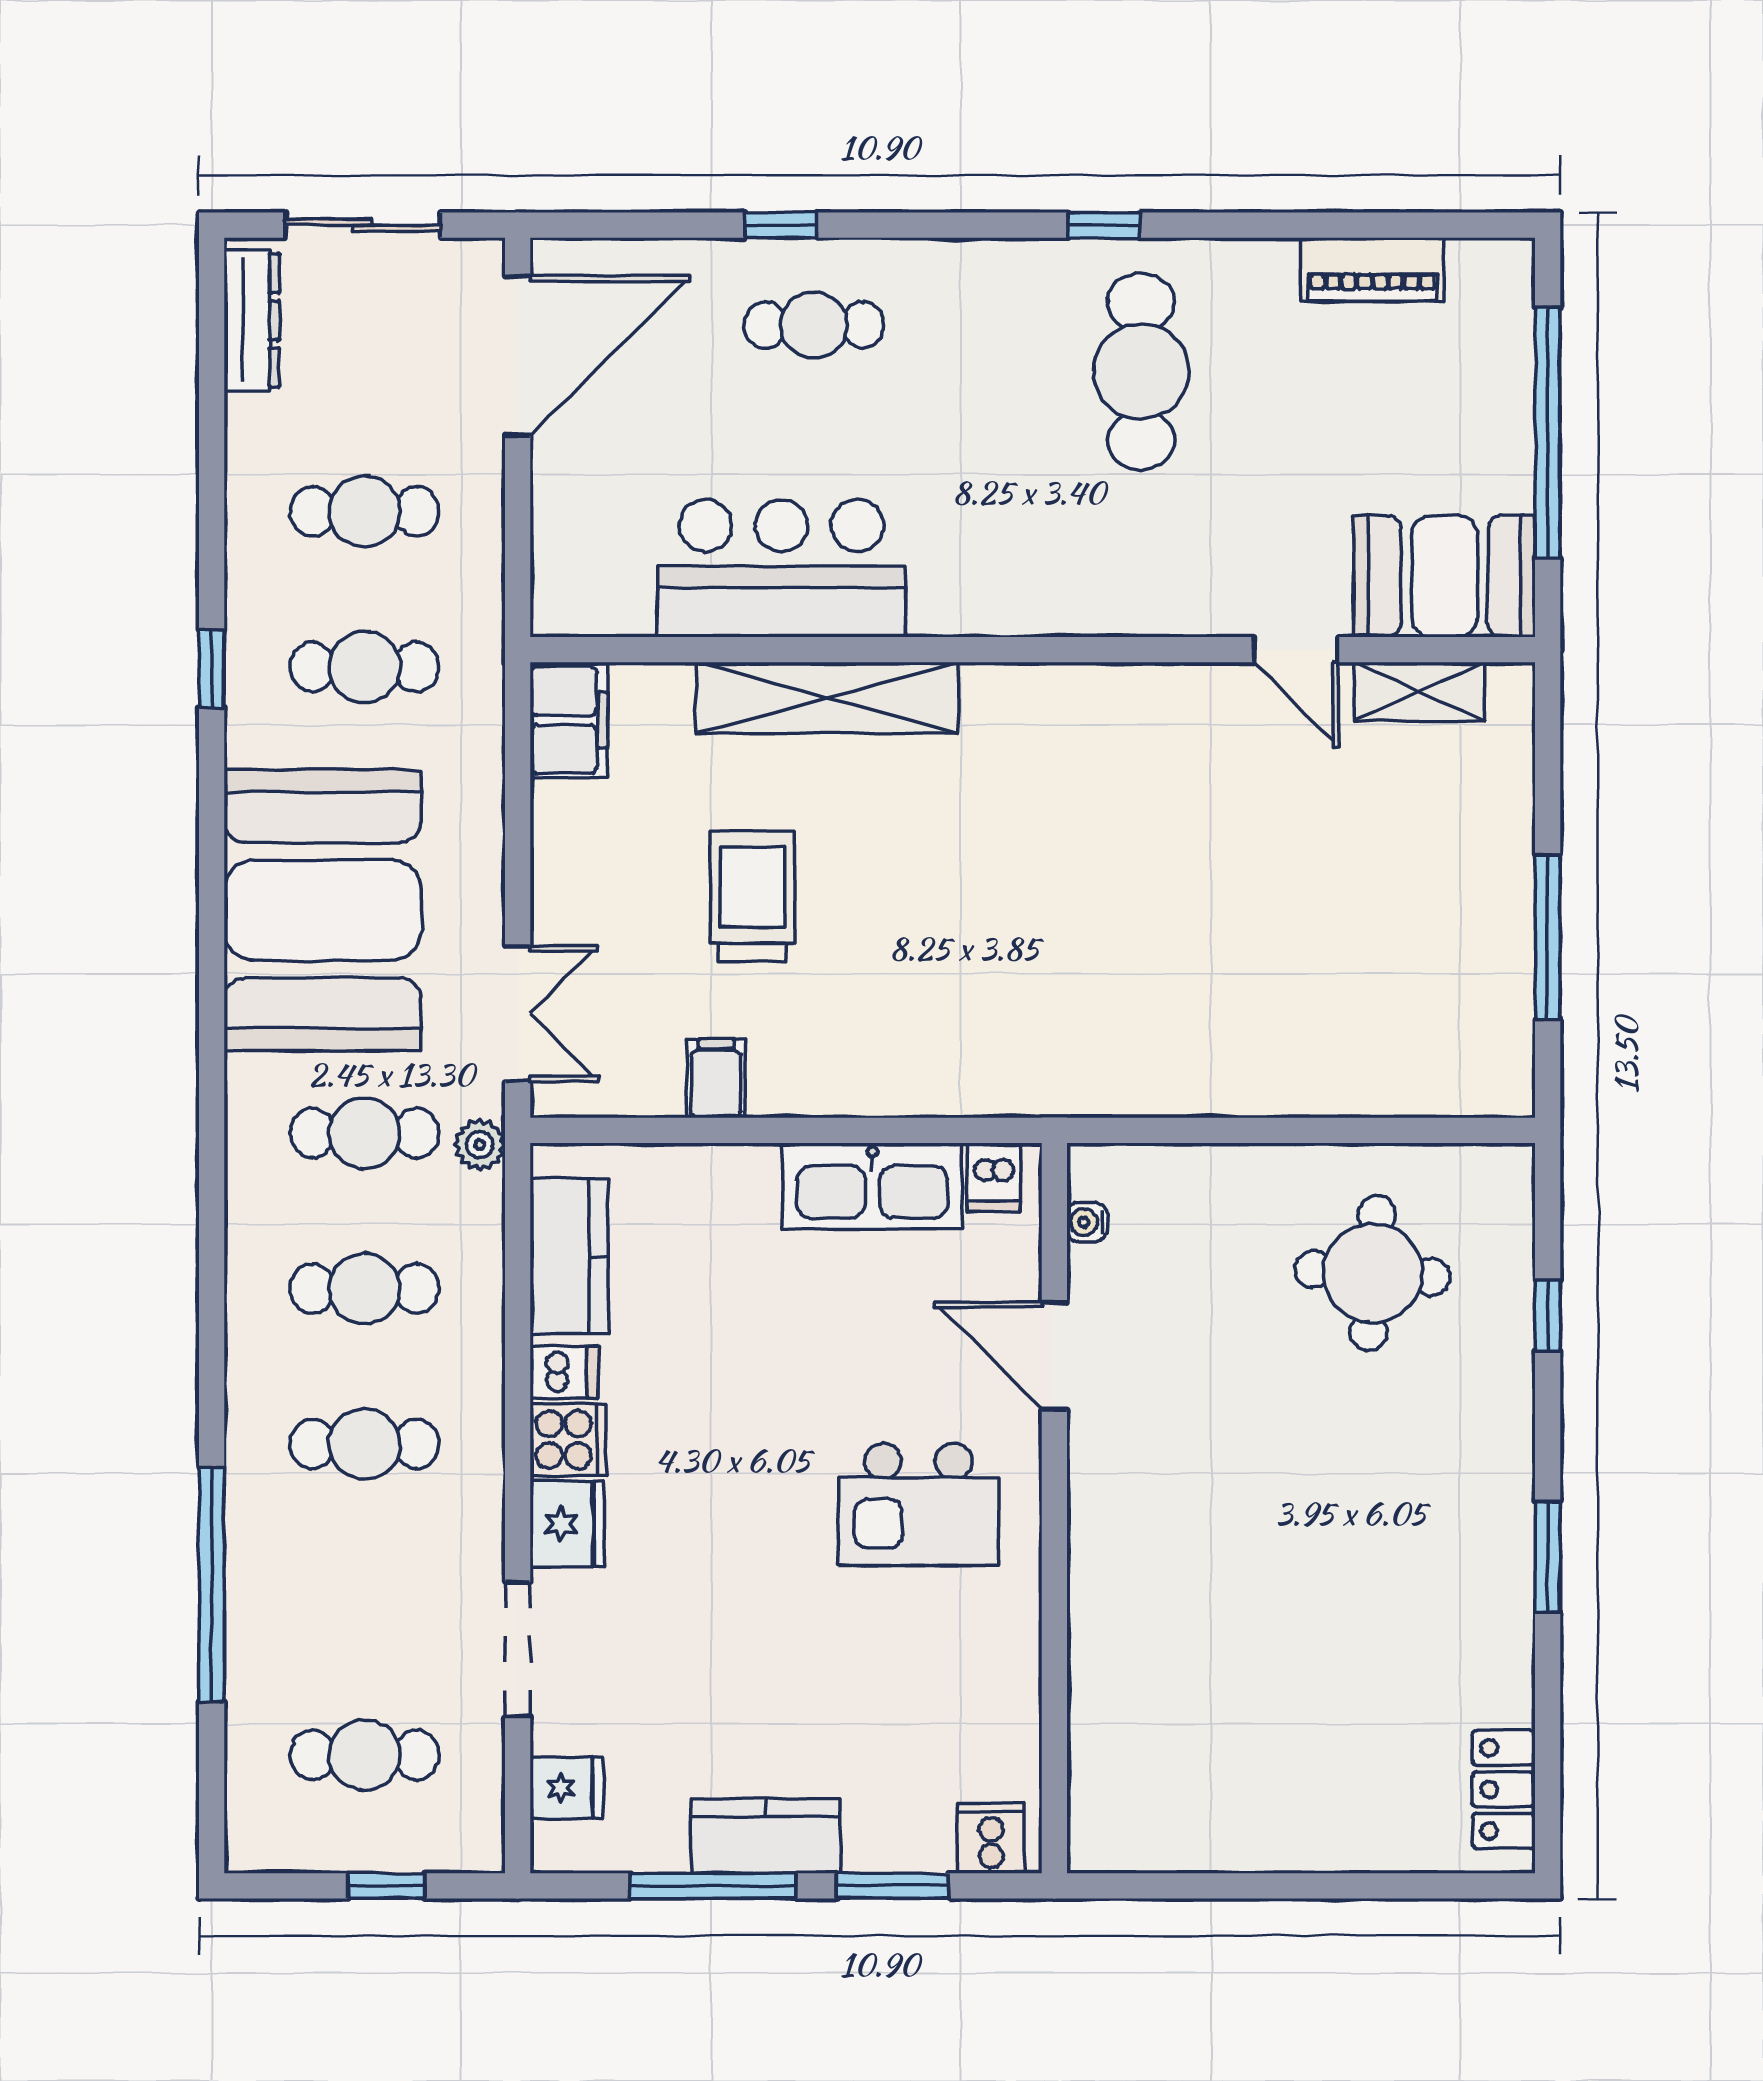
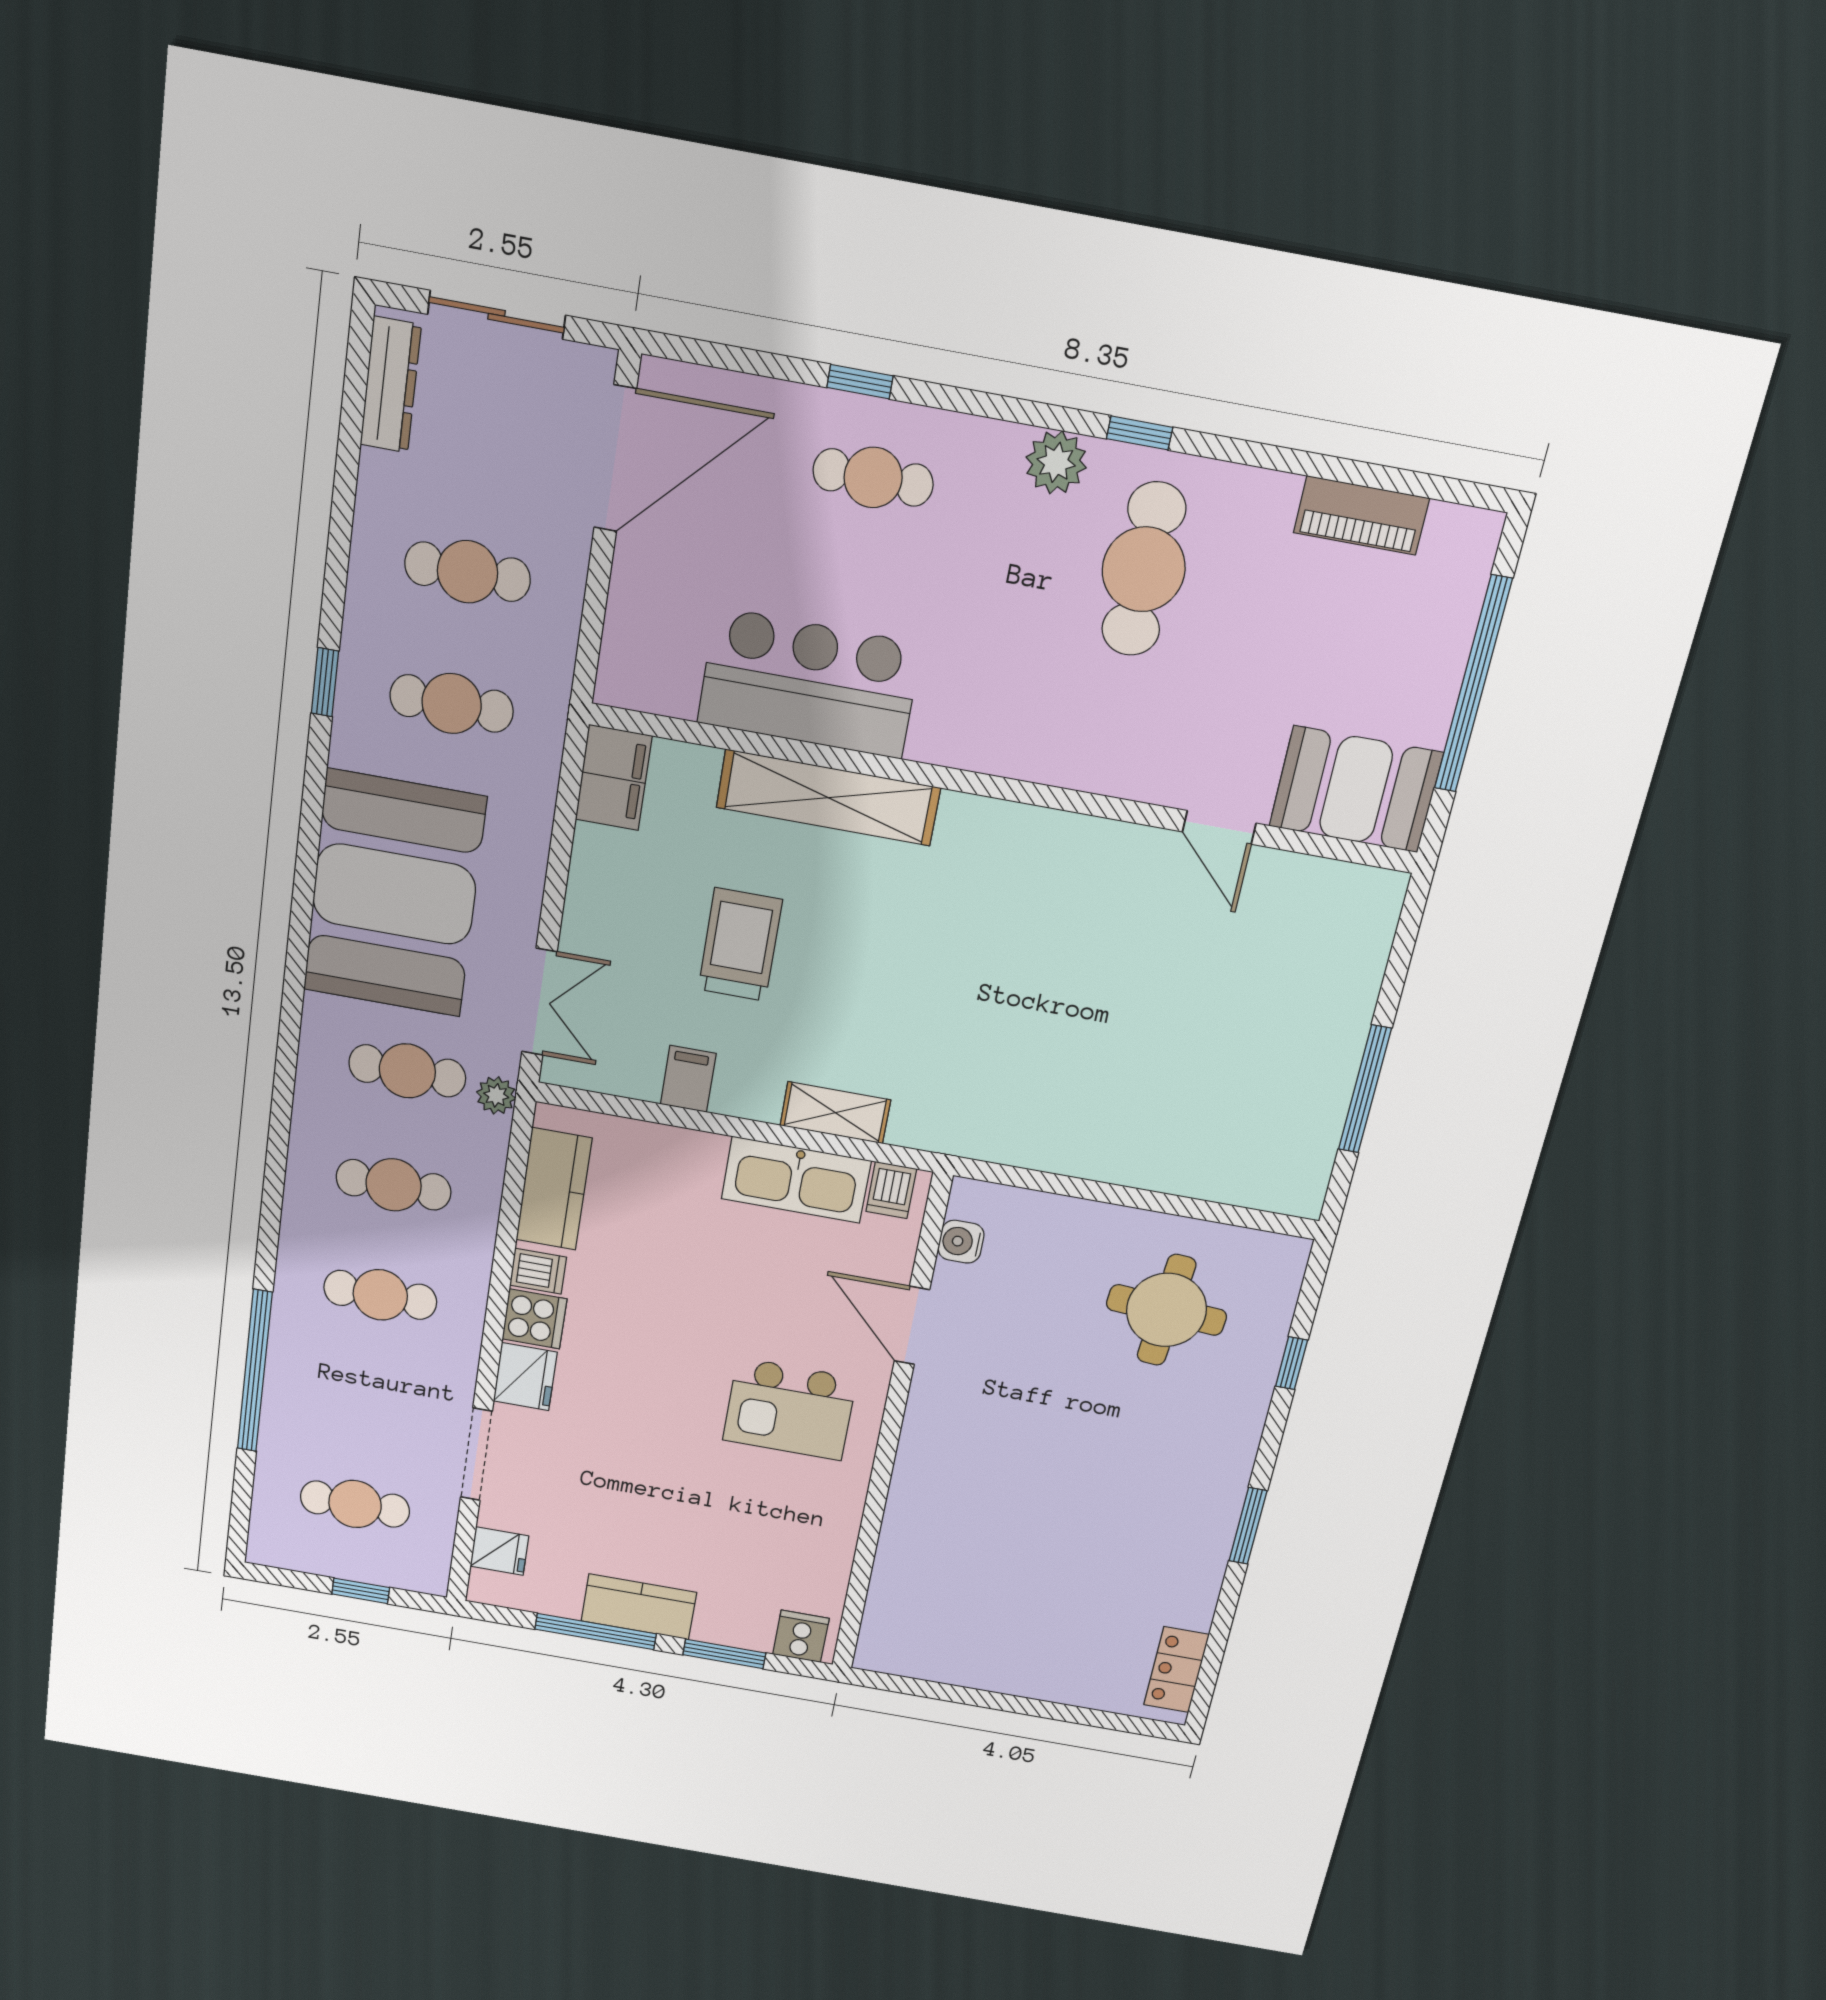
plant: (1017, 273) -> (1056, 462), added
shelving: (1419, 692) -> (835, 1113), moved
water cooler: (1087, 1222) -> (961, 1242), width x1.38, depth x1.38

